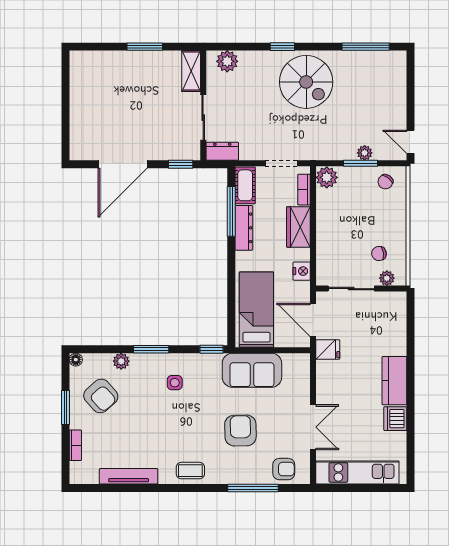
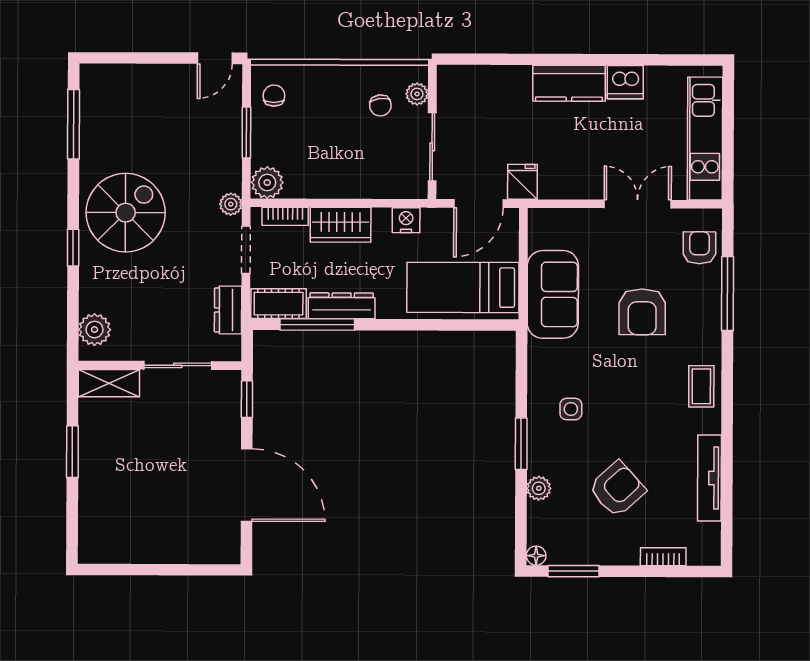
dresser: (222, 151) -> (228, 310), moved
plant: (365, 153) -> (231, 204), moved
chair: (385, 182) -> (274, 96), turned -126
window: (212, 349) -> (521, 354), removed
armchair: (101, 396) -> (617, 489), moved
window: (65, 408) -> (573, 571), moved
armchair: (240, 431) -> (642, 312), turned -89

